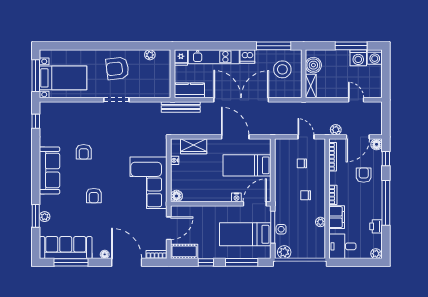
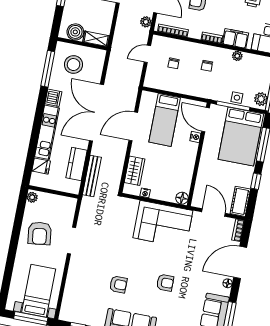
wall: (172, 74) -> (53, 192), moved
bed: (245, 234) -> (241, 137), width x1.50

